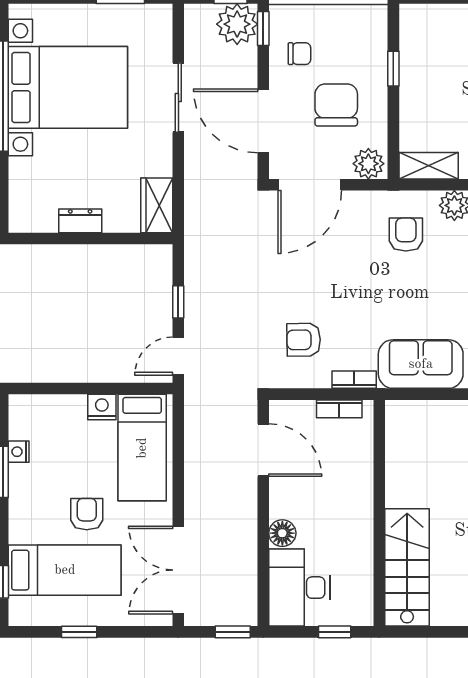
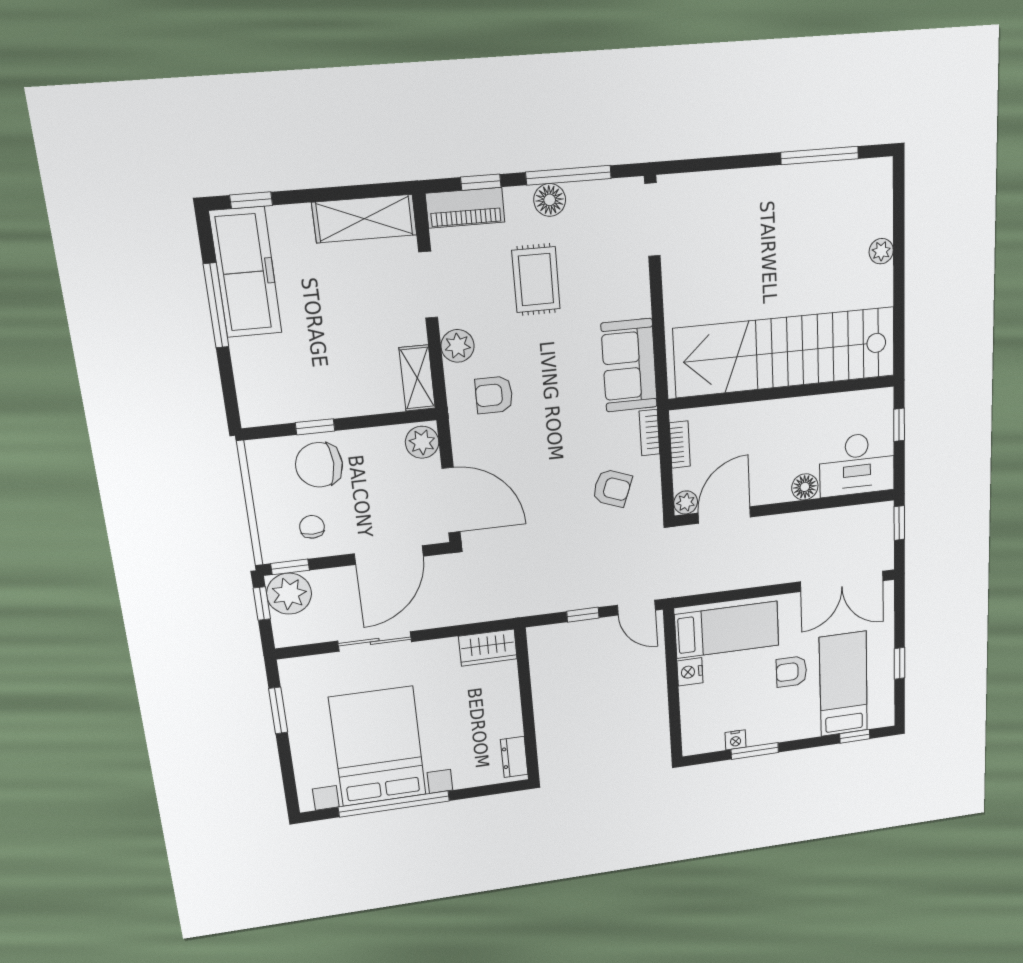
chair: (336, 105) -> (319, 465), moved
dresser: (80, 221) -> (514, 757), moved
armchair: (304, 340) -> (612, 488), turned -69
plant: (281, 412) -> (686, 502), added
stairs: (407, 567) -> (785, 352), width x1.86, depth x1.51

